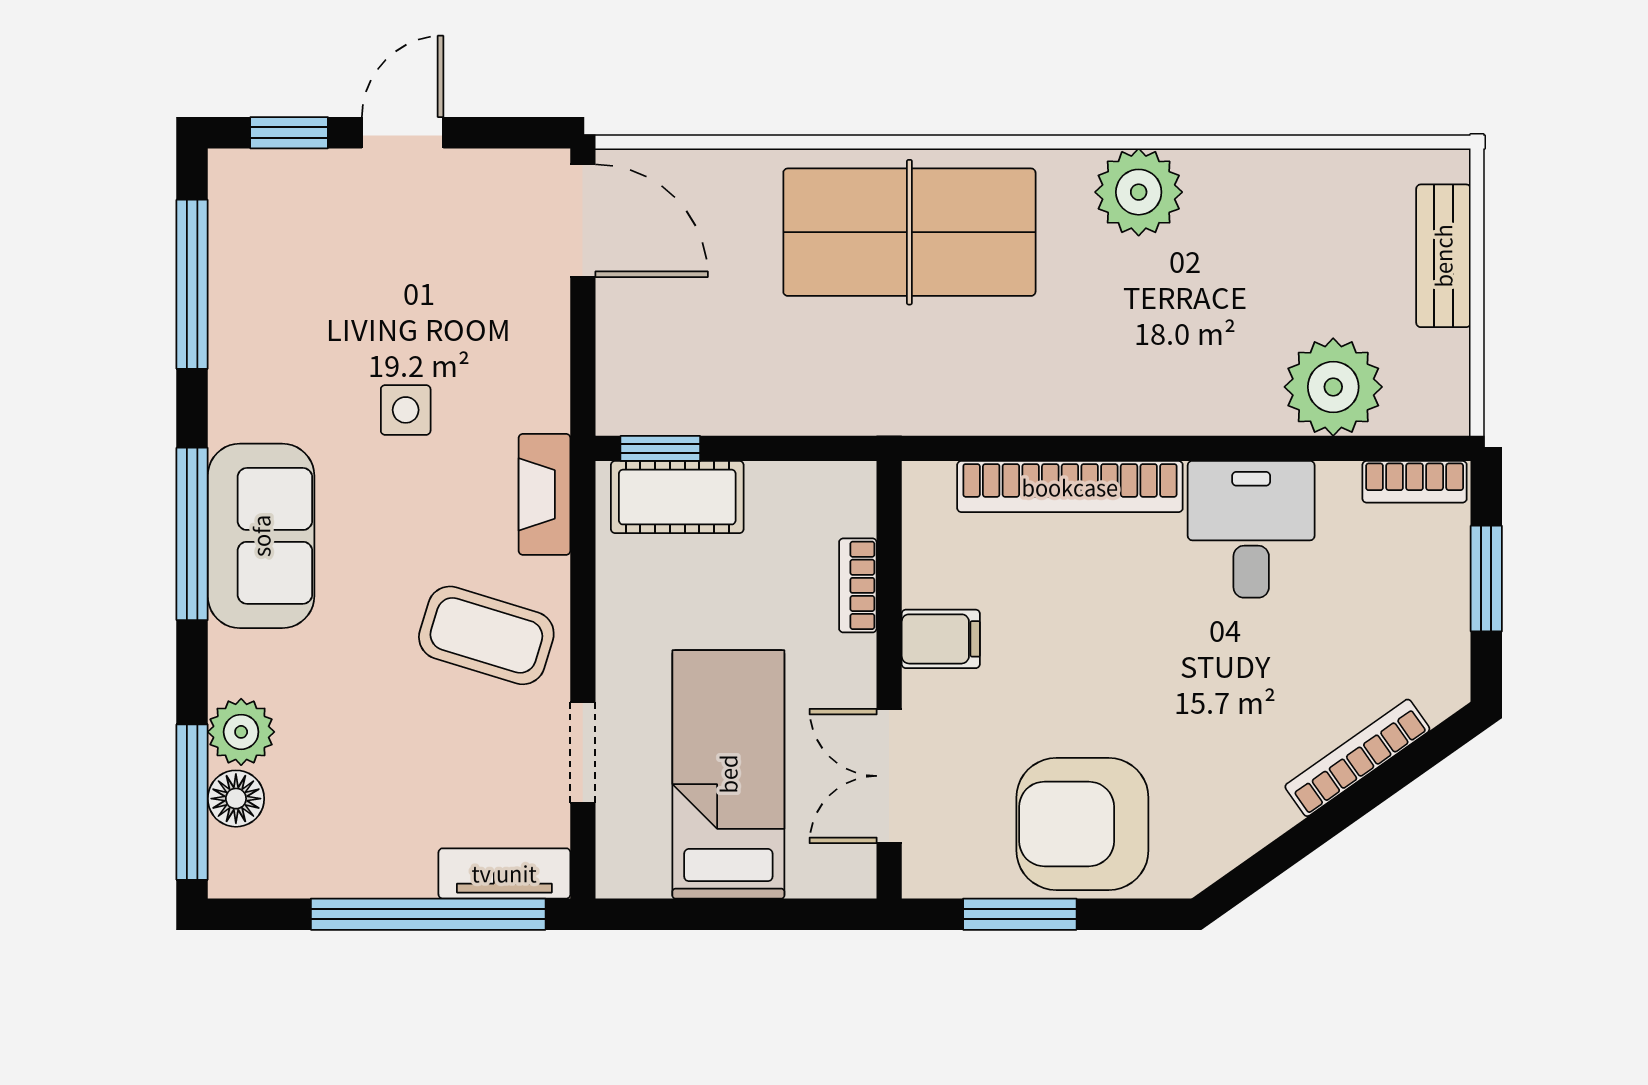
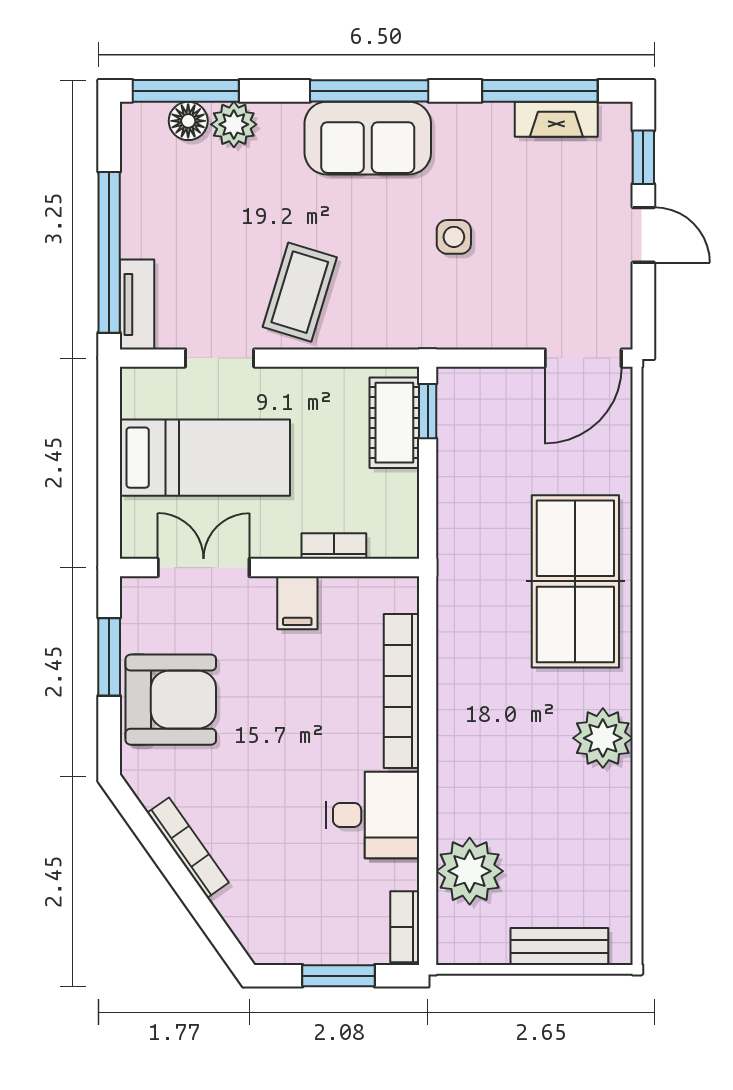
fireplace: (544, 494) -> (556, 119), moved, turned 180
bookcase: (1357, 758) -> (188, 848), moved
armchair: (1082, 824) -> (171, 700), turned 90

